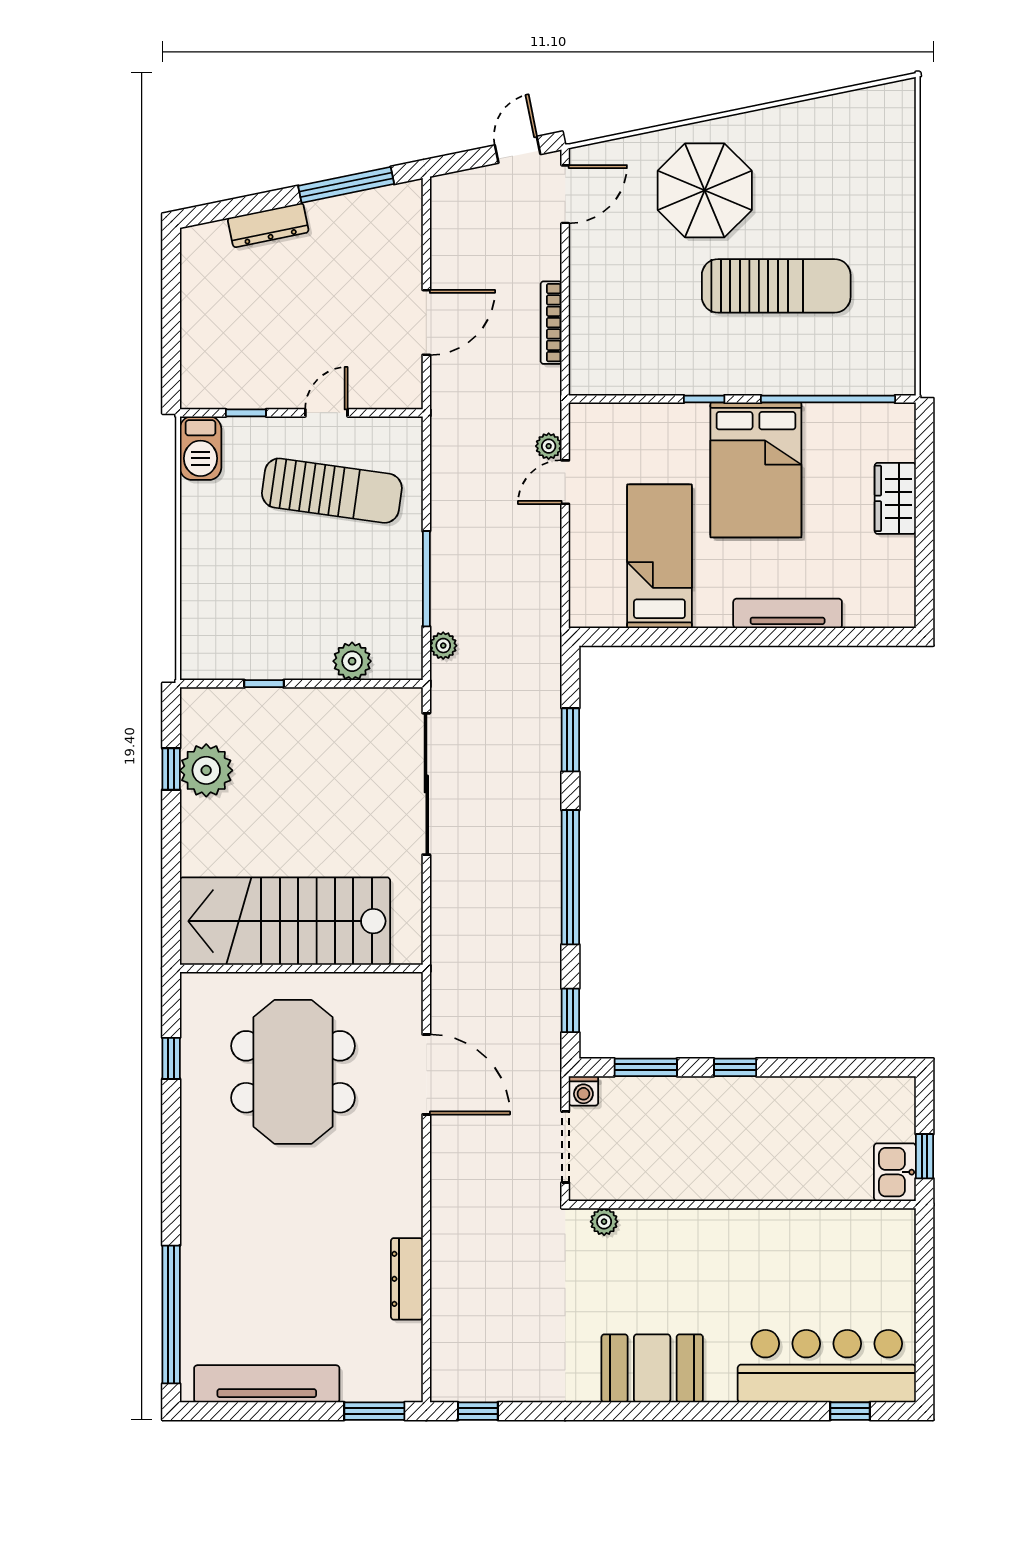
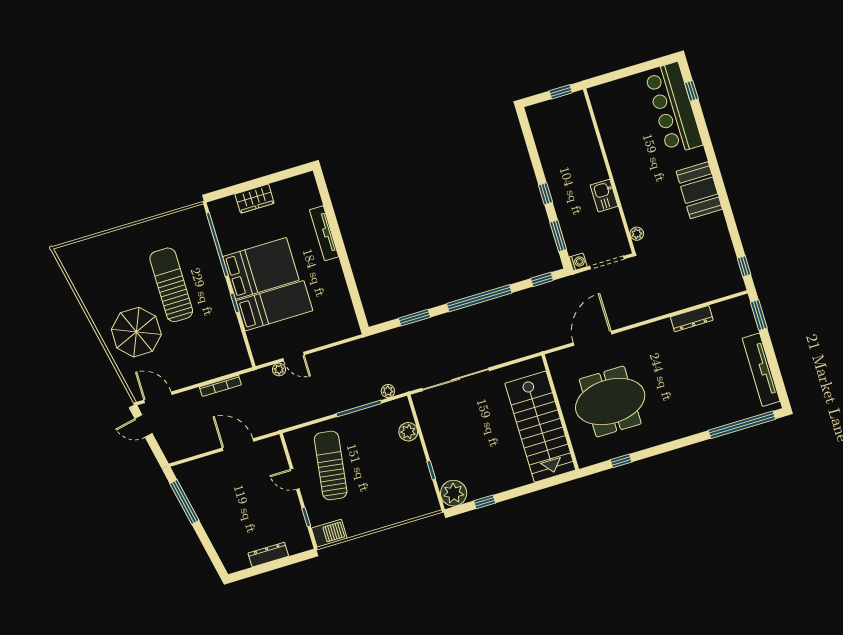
dresser: (268, 225) -> (268, 555), moved, turned -78
bed: (659, 556) -> (274, 306), moved, turned 180
plant: (206, 770) -> (454, 493), moved
kitchen sink: (895, 1172) -> (604, 196), moved, turned 90

